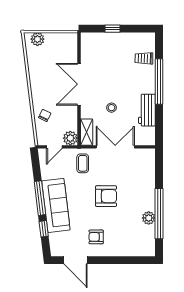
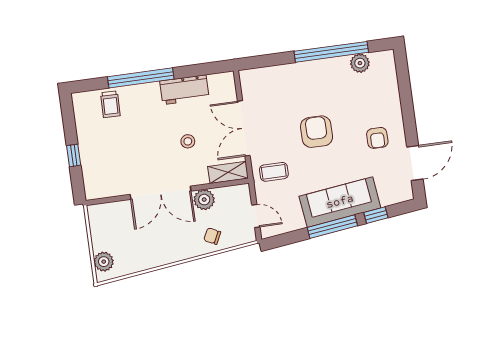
plant: (70, 138) -> (204, 200), moved
plant: (149, 218) -> (360, 63), moved

